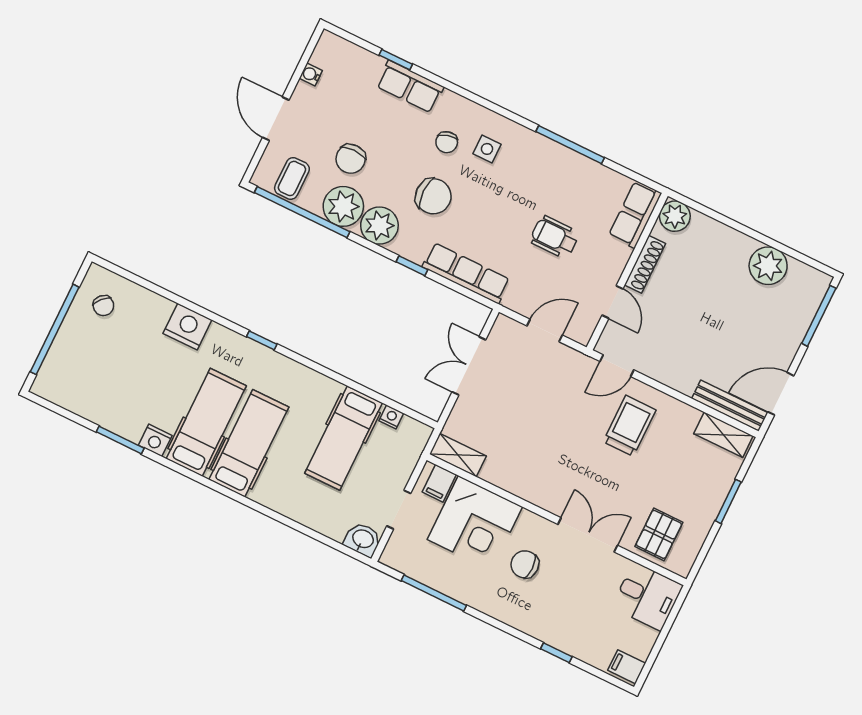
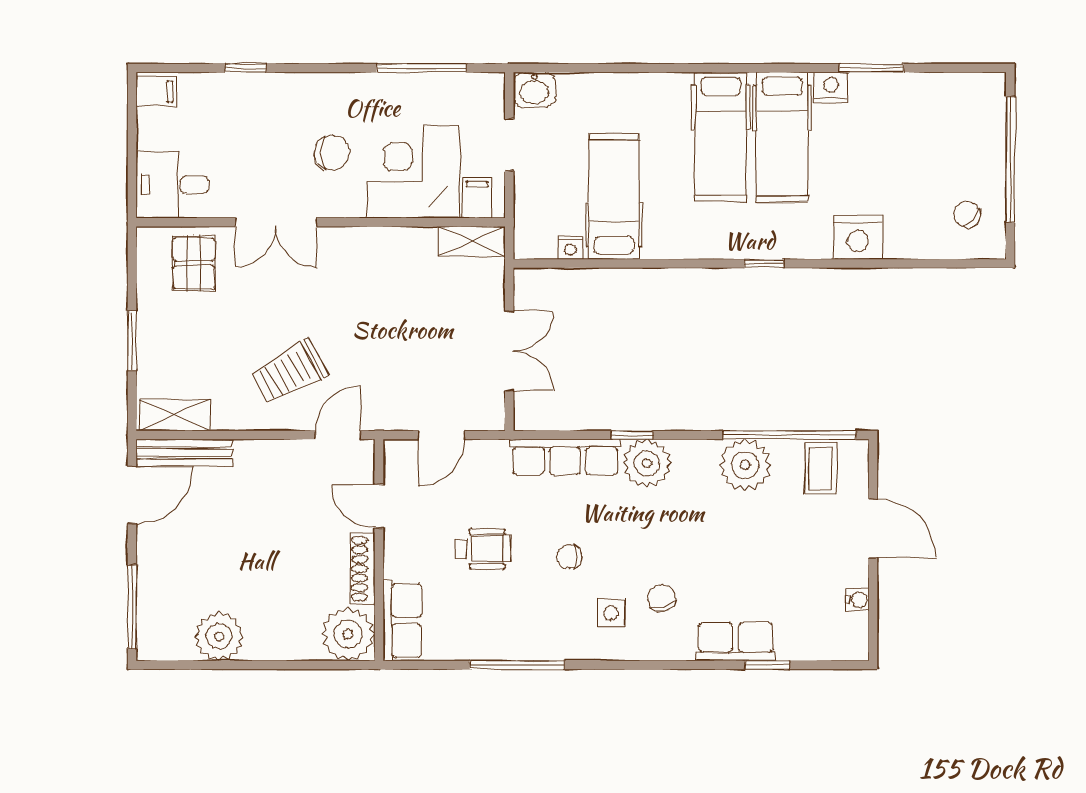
chair: (351, 159) -> (764, 524), removed
chair: (433, 196) -> (570, 557), moved, width x0.54, depth x0.54
plant: (675, 216) -> (348, 634), width x1.36, depth x1.36
plant: (379, 226) -> (647, 463), moved
trolley: (630, 426) -> (289, 372), turned 61

